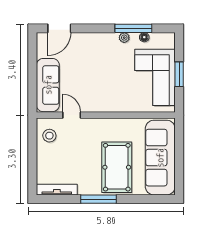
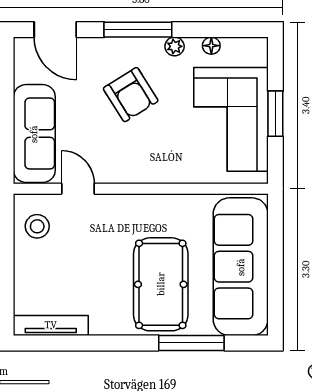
door: (59, 28) -> (55, 30), hinge flipped
window: (133, 28) -> (138, 30), moved
armchair: (100, 64) -> (131, 95), added
window: (98, 199) -> (191, 343), moved

